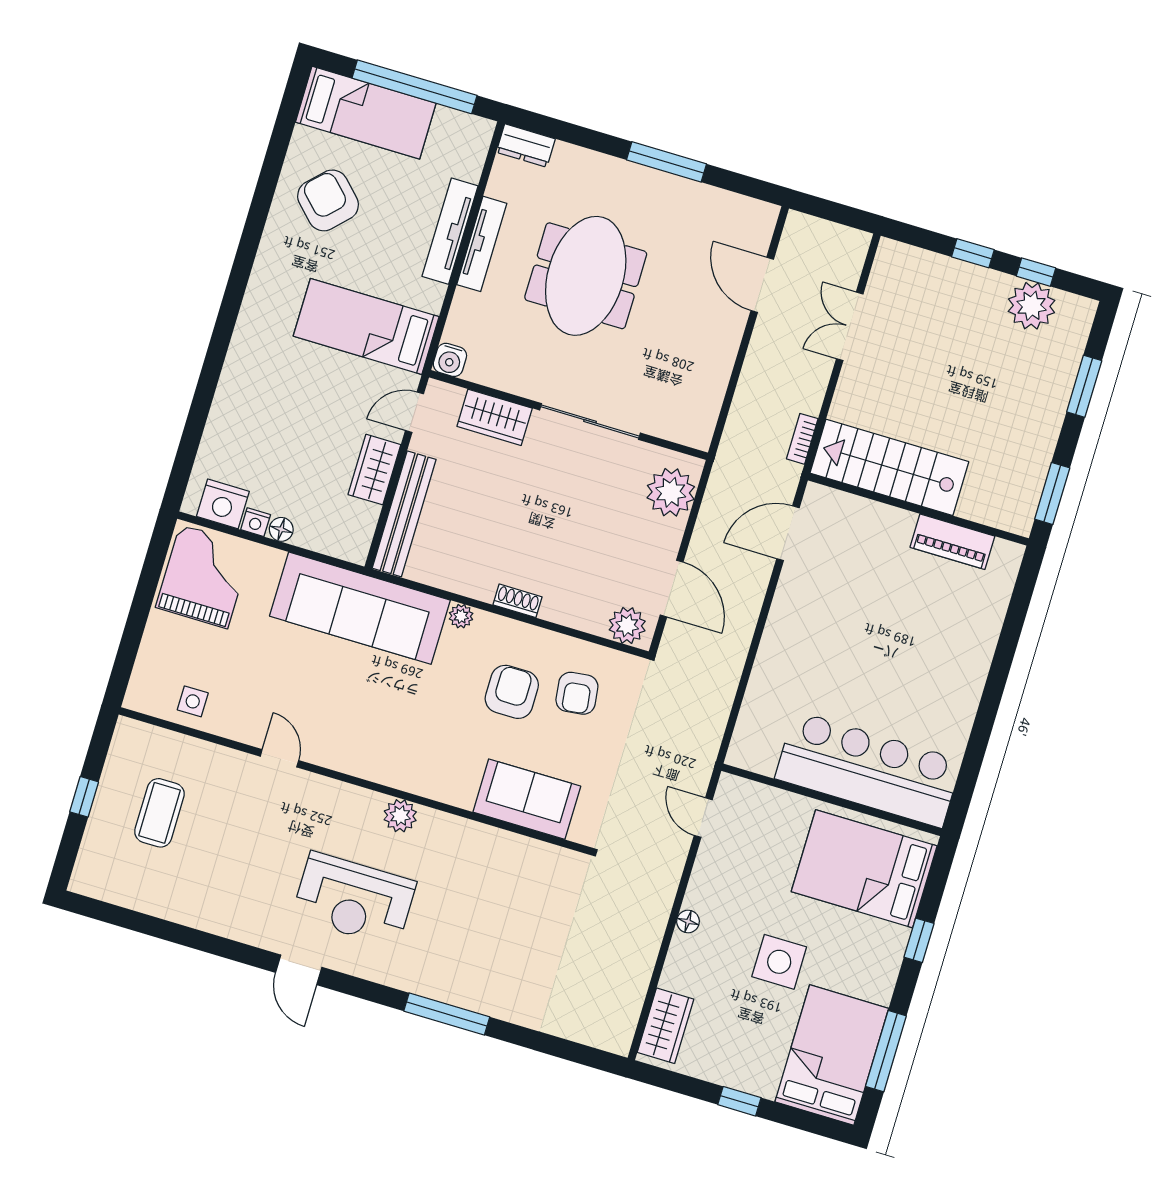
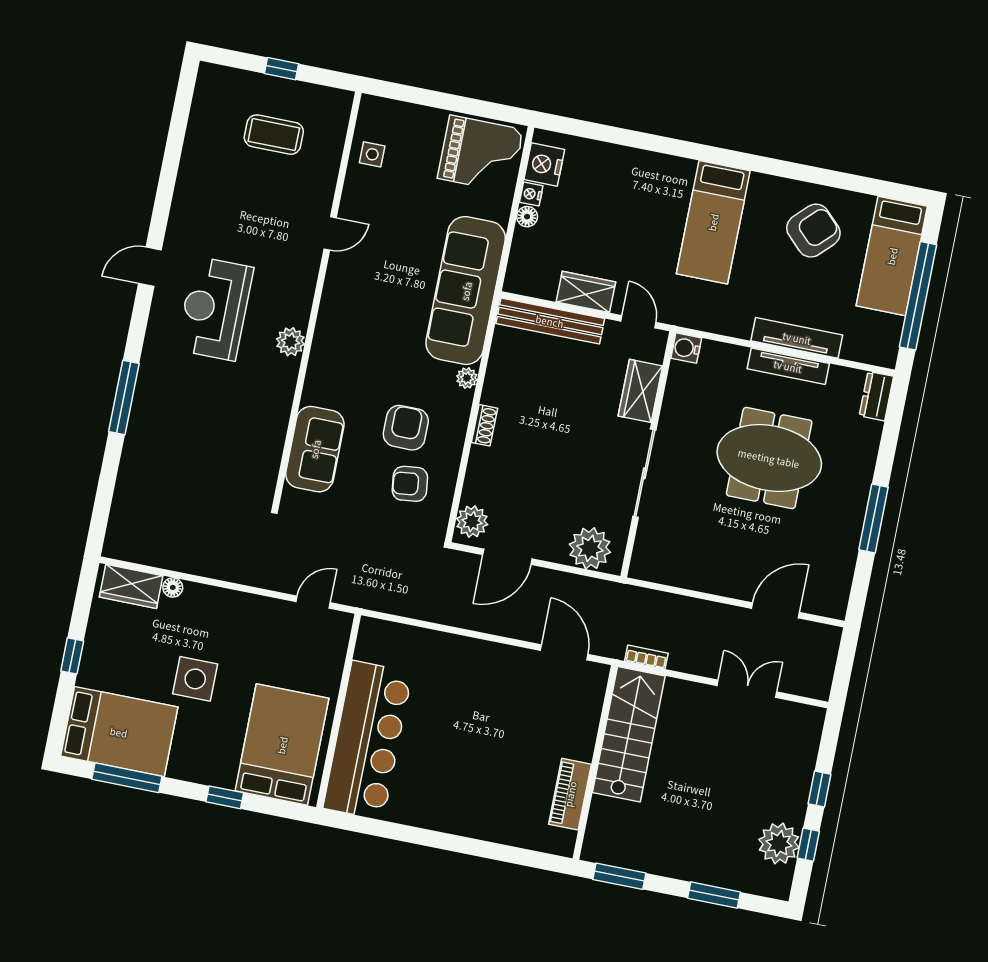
bed: (366, 326) -> (713, 222), moved, turned 180
armchair: (512, 692) -> (406, 428), turned -90
floor lamp: (688, 921) -> (173, 587), moved

